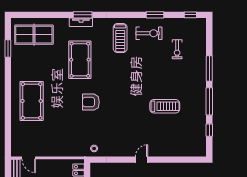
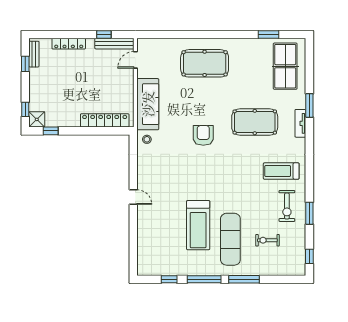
window: (83, 15) -> (309, 106), moved
exercise mat: (176, 80) -> (230, 239), added
treadmill: (165, 106) -> (198, 225), width x1.37, depth x1.38
sofa: (65, 148) -> (148, 104), added

